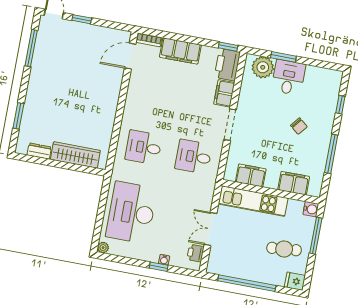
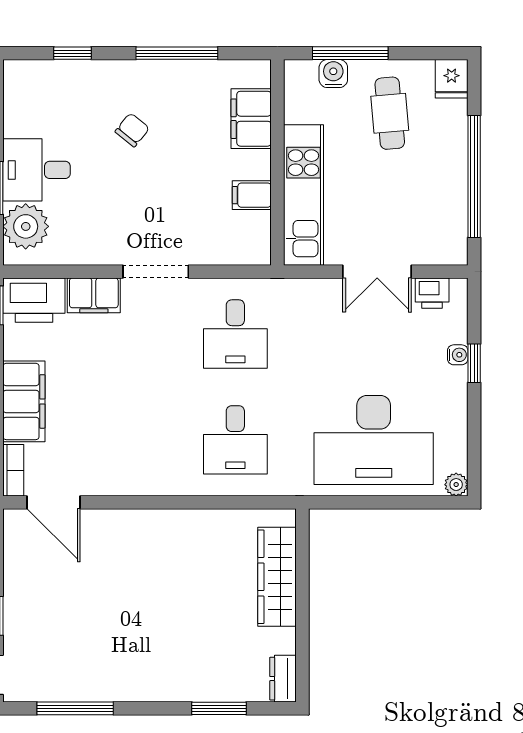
dresser: (39, 151) -> (283, 679), moved
filing cabinet: (251, 175) -> (252, 195), width x0.50
water cooler: (311, 209) -> (333, 74), moved

